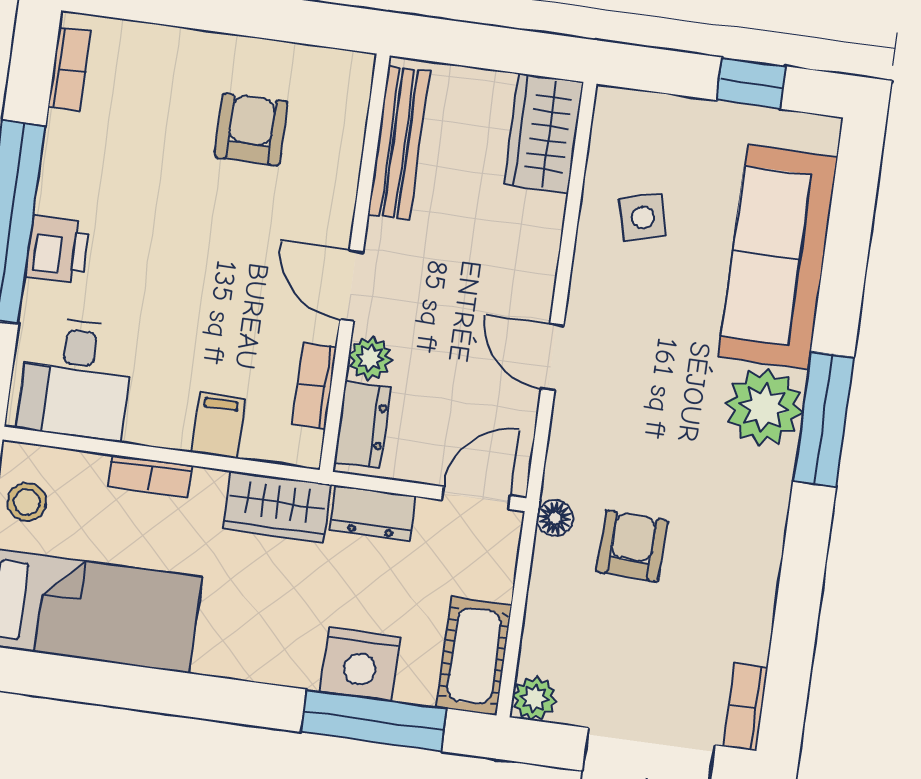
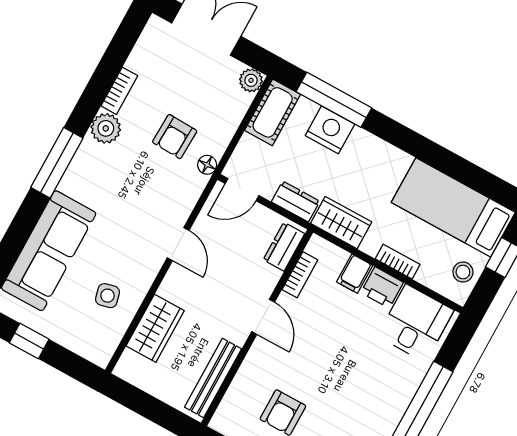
wardrobe: (544, 133) -> (155, 328), moved
printer: (57, 249) -> (382, 287), moved, turned -90
plant: (370, 358) -> (268, 278), removed
plant: (764, 407) -> (106, 128), moved, width x0.73, depth x0.73
bookcase: (745, 707) -> (119, 91), moved

